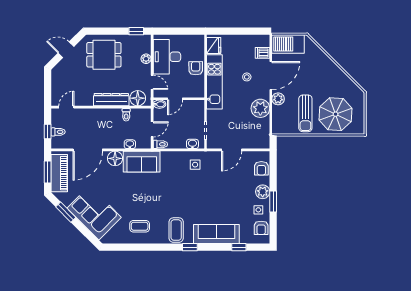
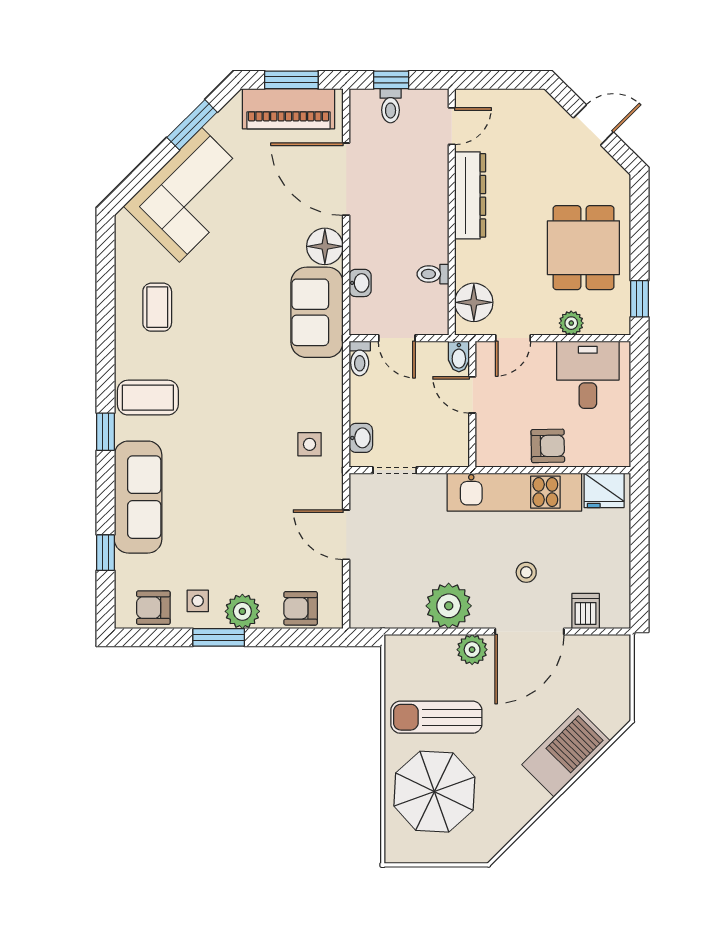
barbecue: (288, 44) -> (566, 753), moved, turned 45
door: (66, 50) -> (593, 125), hinge flipped
dining table: (104, 55) -> (583, 248), moved
desk: (167, 57) -> (588, 375), width x0.73
door: (271, 76) -> (529, 632), hinge flipped
dresser: (111, 100) -> (470, 195), moved
door: (66, 107) -> (452, 126), hinge flipped

